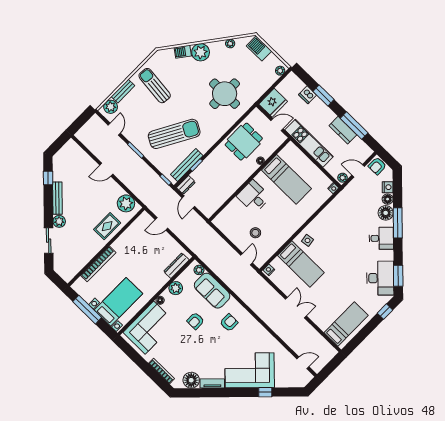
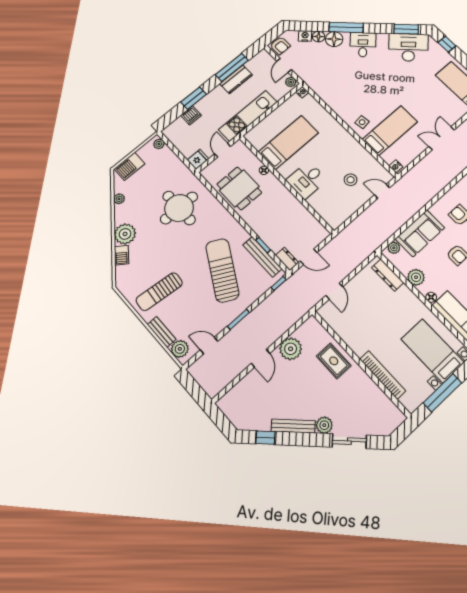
fridge: (273, 103) -> (198, 159), width x0.53, depth x0.75
plant: (126, 203) -> (291, 349), moved

